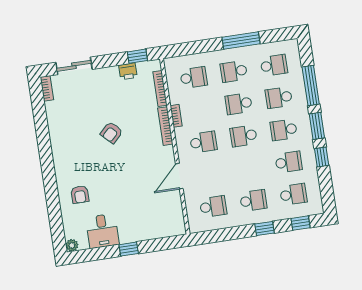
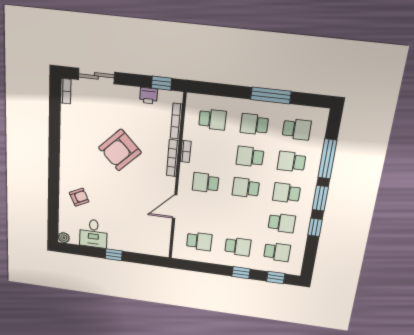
armchair: (112, 133) -> (120, 150), width x1.88, depth x1.88
school desk: (203, 142) -> (206, 183), turned 180
armchair: (80, 195) -> (79, 197), turned -116

